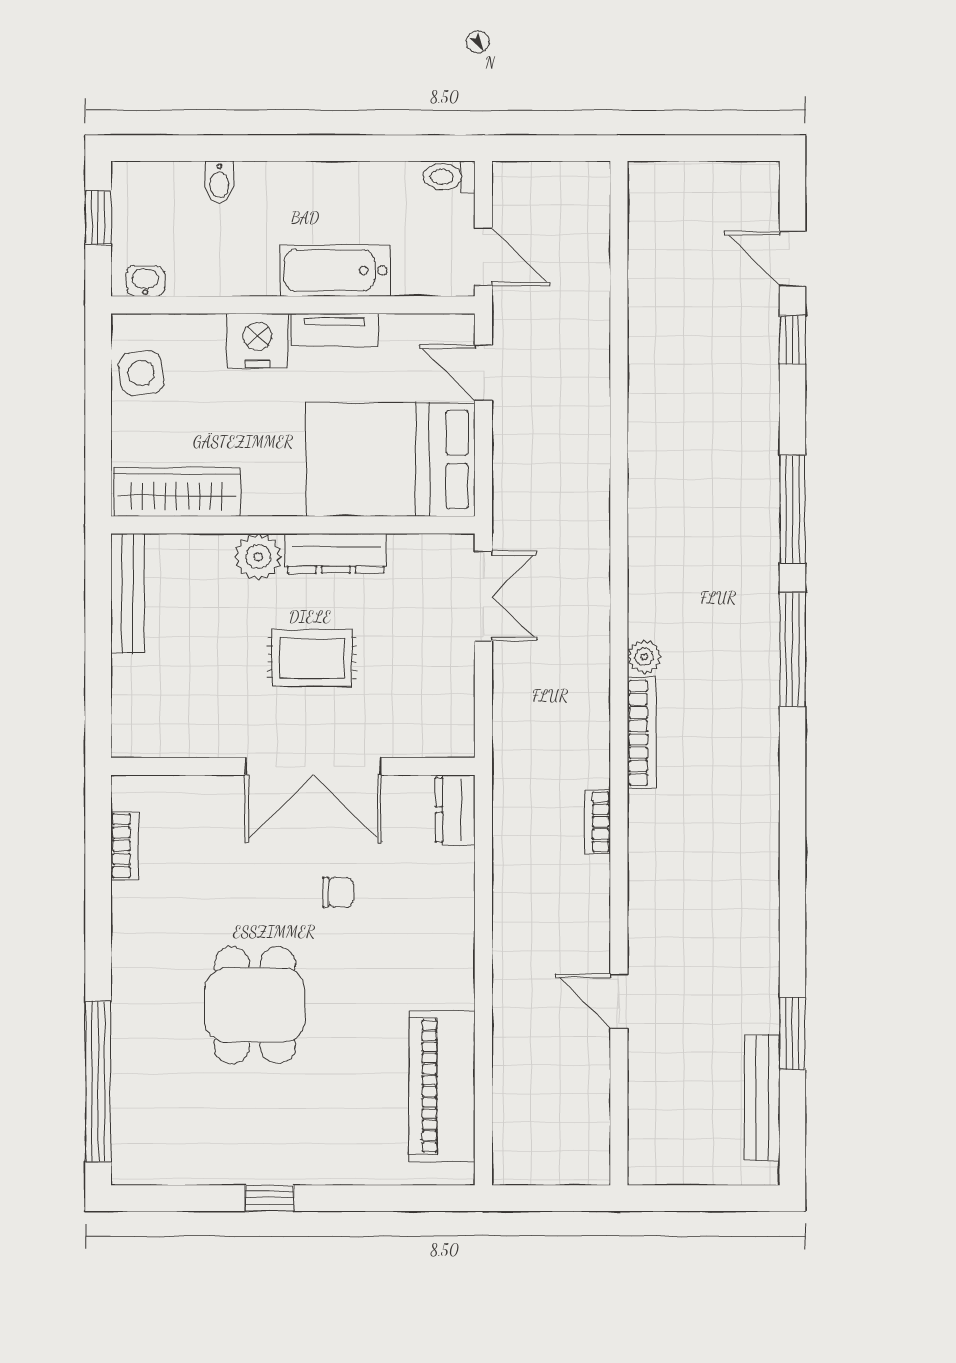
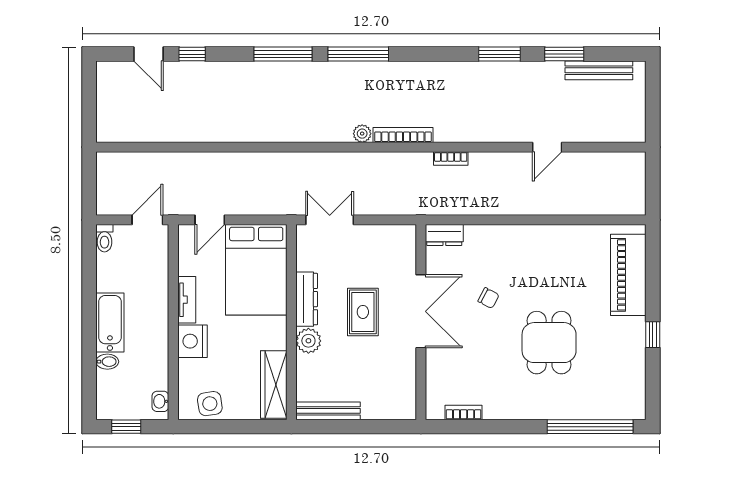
door: (792, 259) -> (149, 54), hinge flipped
bathtub: (335, 270) -> (110, 323), moved, turned 180
chair: (338, 892) -> (489, 298), turned 118
window: (792, 913) -> (499, 54), added
dining table: (255, 1005) -> (549, 343), turned 90
piano: (442, 1086) -> (628, 275), moved, turned 90

